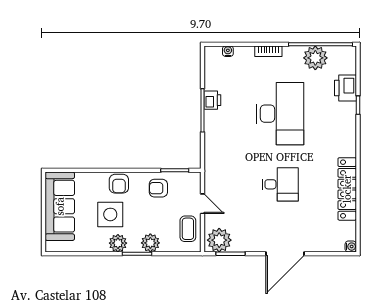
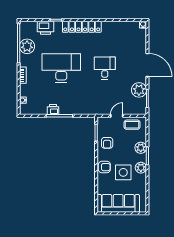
locker: (347, 189) -> (82, 27), moved
plant: (219, 240) -> (139, 90), moved

